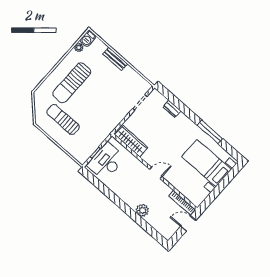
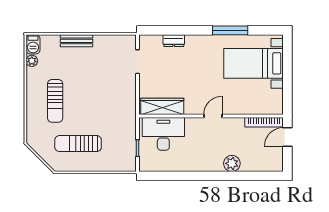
sun lounger: (72, 83) -> (55, 101), width x0.73, depth x0.75
desk: (106, 161) -> (163, 134), moved, turned 90

